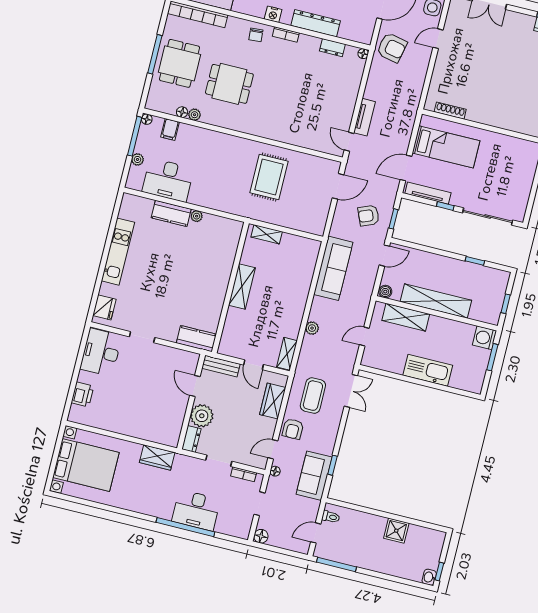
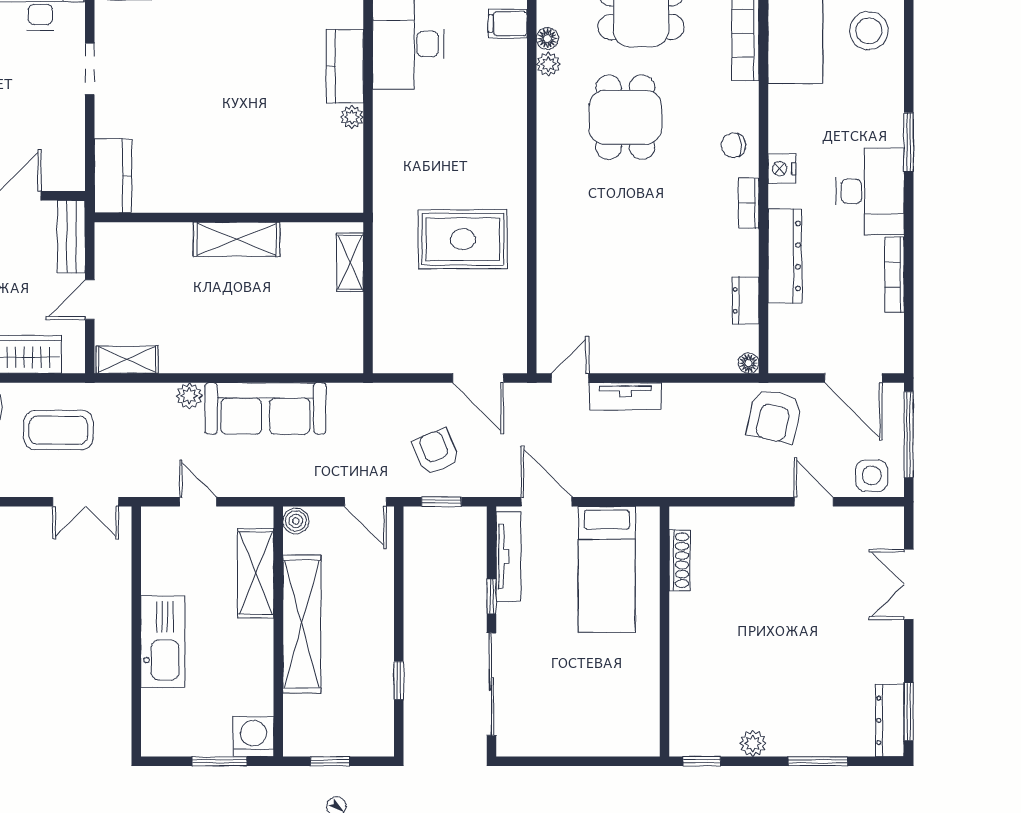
sofa: (333, 268) -> (265, 408), moved

